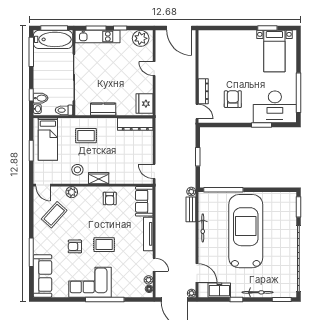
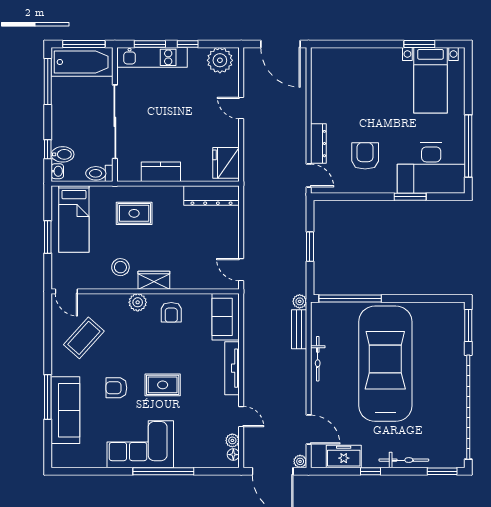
plant: (72, 192) -> (138, 302), moved
sofa: (43, 276) -> (65, 410), moved

